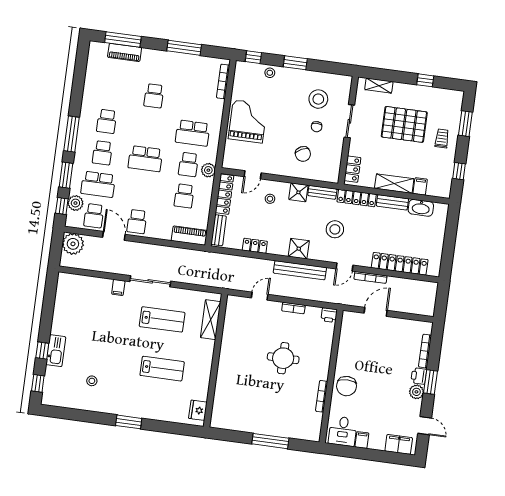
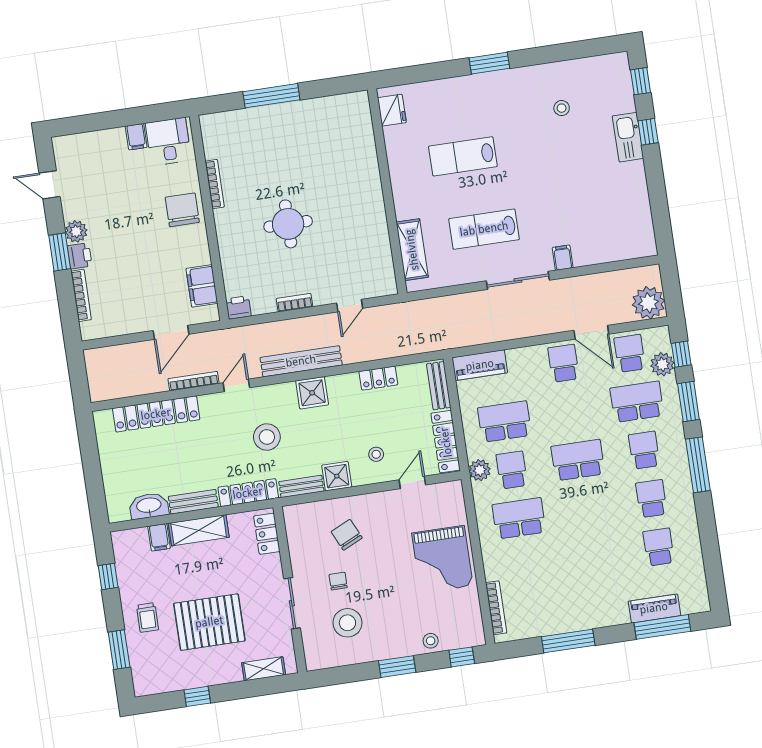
school desk: (154, 96) -> (659, 547), moved
school desk: (184, 196) -> (504, 422), width x1.85
filing cabinet: (399, 444) -> (202, 286), moved, turned 90

